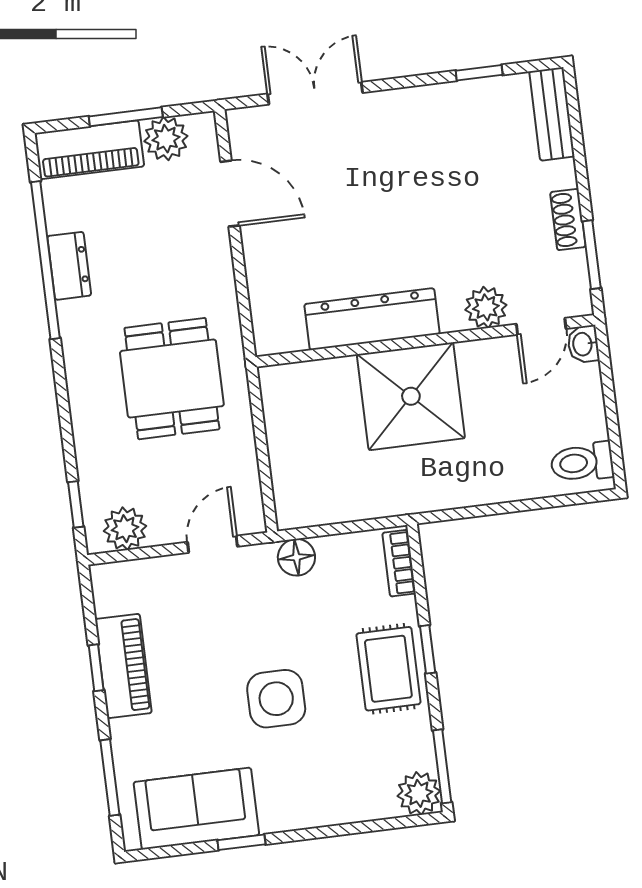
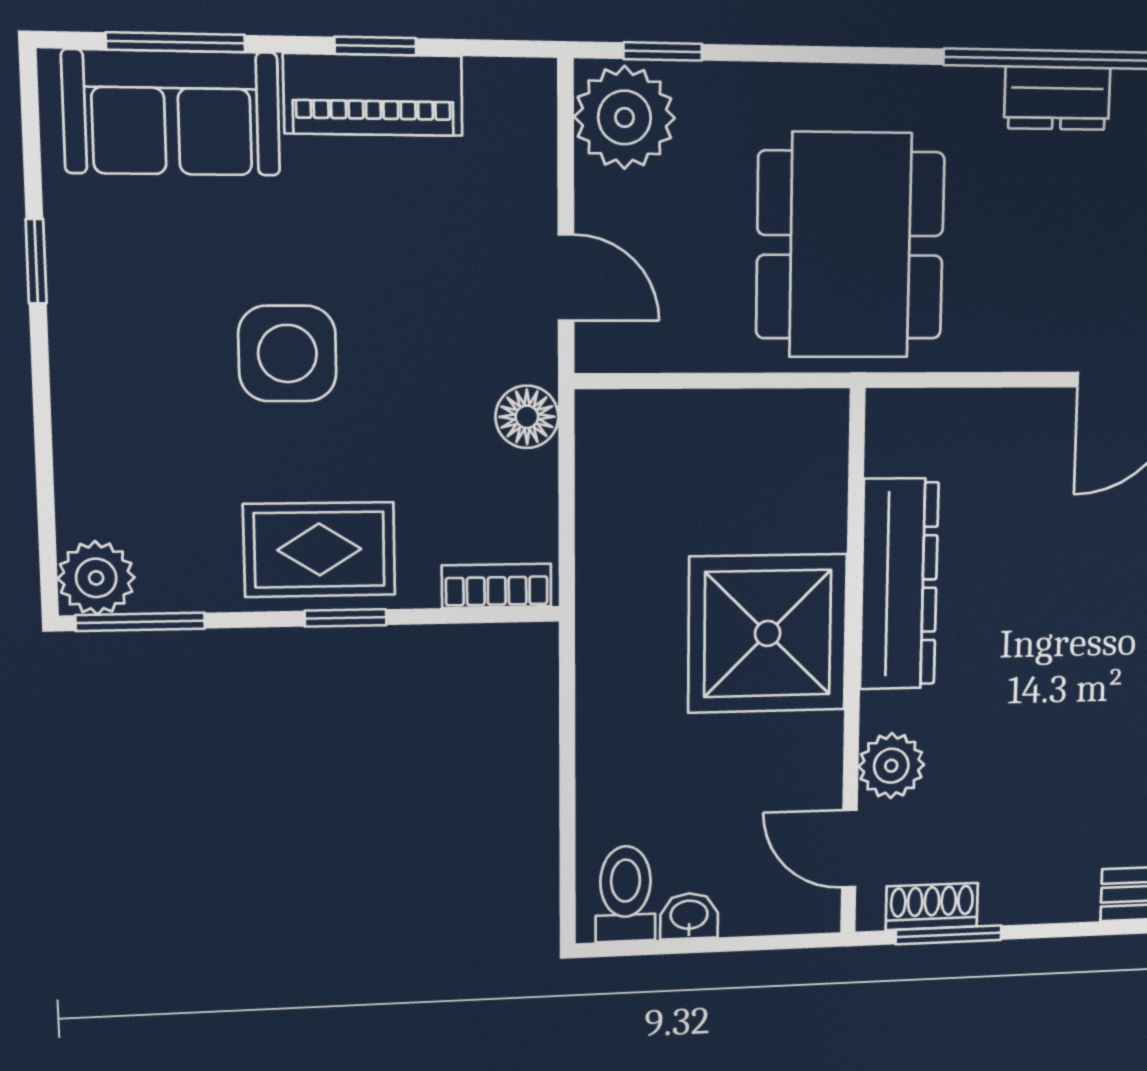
shoe rack: (568, 220) -> (932, 907), moved
washbasin: (583, 344) -> (689, 916), moved
dining table: (172, 379) -> (850, 245), width x1.37
plant: (125, 529) -> (625, 117), width x1.36, depth x1.36
sofa: (196, 809) -> (171, 113), moved, turned 90

